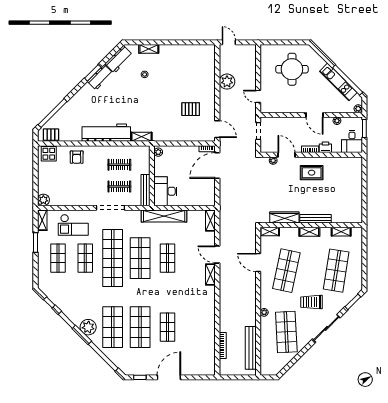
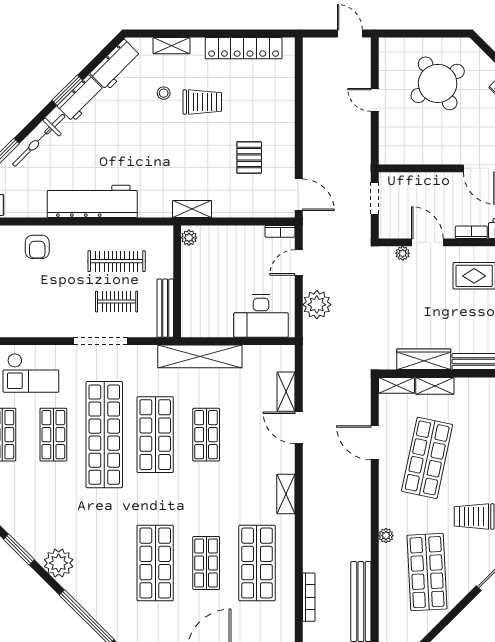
door: (229, 42) -> (350, 33), moved
locker: (188, 50) -> (244, 48), added
round table: (292, 69) -> (438, 83), turned -32
trolley: (165, 79) -> (202, 102), added
plant: (227, 82) -> (317, 305), moved
door: (258, 96) -> (375, 100), moved
bicycle: (77, 100) -> (39, 140), added
pallet: (191, 109) -> (249, 158), turned 90
shelving: (142, 137) -> (192, 209), moved
clothes rail: (119, 165) -> (117, 261), width x1.36
door: (217, 166) -> (299, 263), width x0.53
desk: (165, 191) -> (261, 316), moved, turned -90
shelving: (210, 221) -> (286, 392), moved
shelving: (309, 232) -> (435, 386), moved
shelving: (210, 274) -> (286, 494), moved
shop shelf: (113, 327) -> (257, 563), moved

